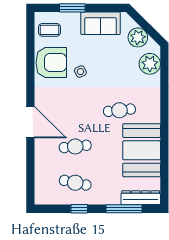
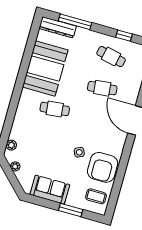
plant: (138, 37) -> (15, 166), width x0.53, depth x0.53
armchair: (51, 63) -> (103, 167), turned -90
plant: (150, 64) -> (11, 145), width x0.53, depth x0.53
window: (79, 209) -> (124, 36), moved

